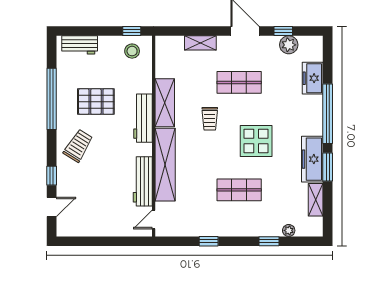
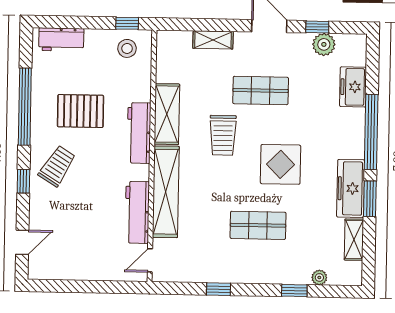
trolley: (210, 119) -> (223, 135), width x1.36, depth x1.39
window: (52, 176) -> (23, 181), moved

